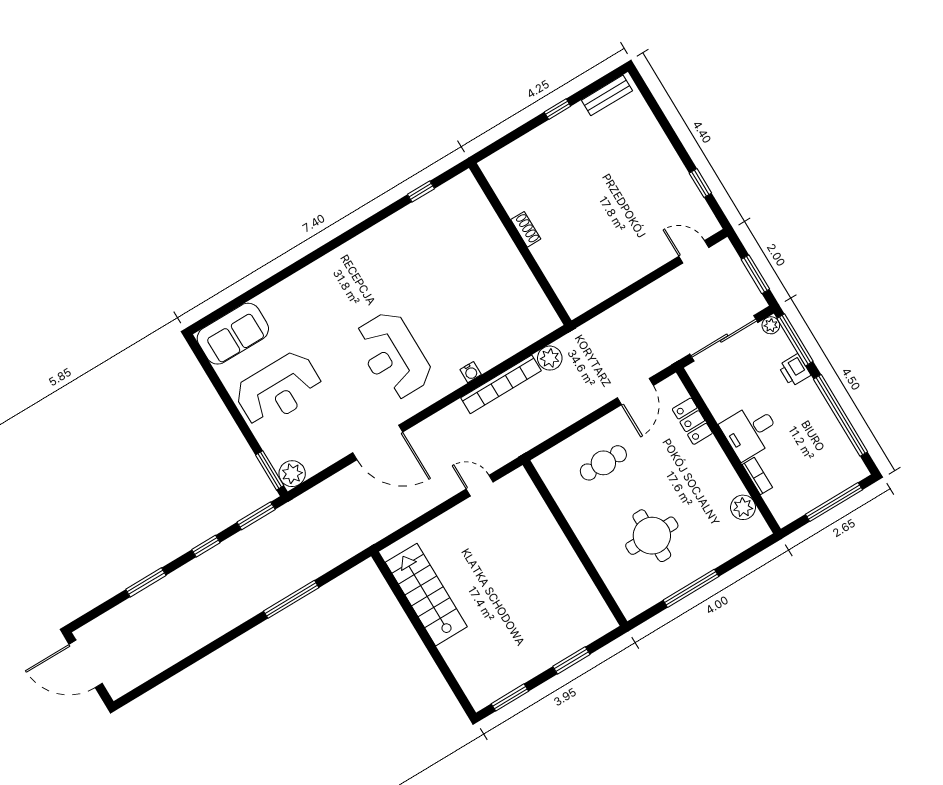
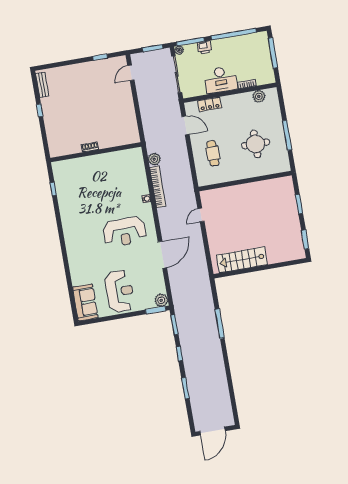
desk: (750, 431) -> (221, 80), width x1.37

